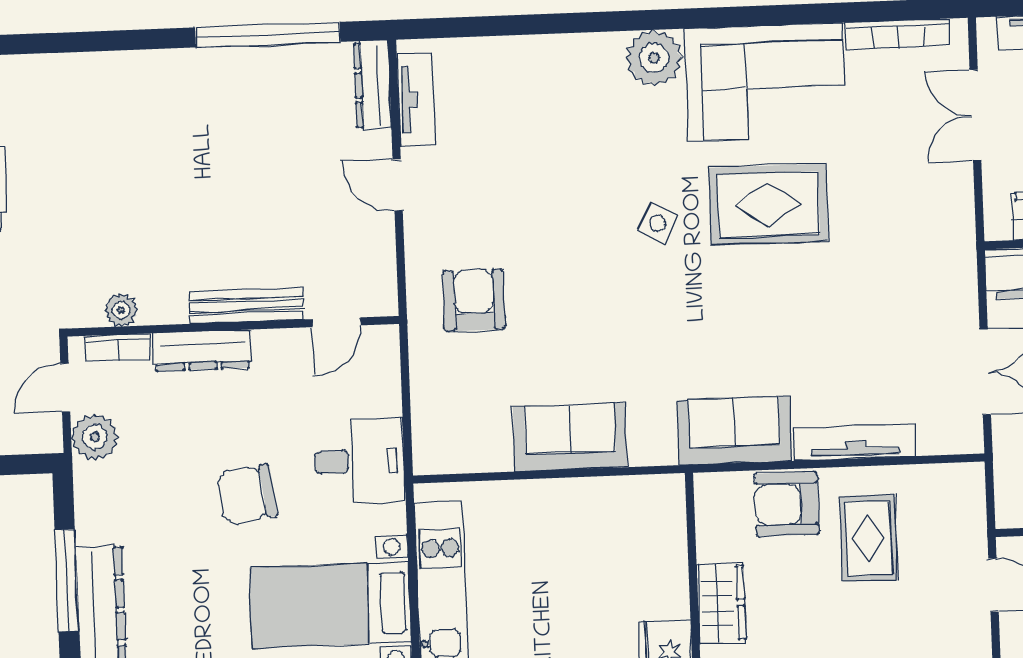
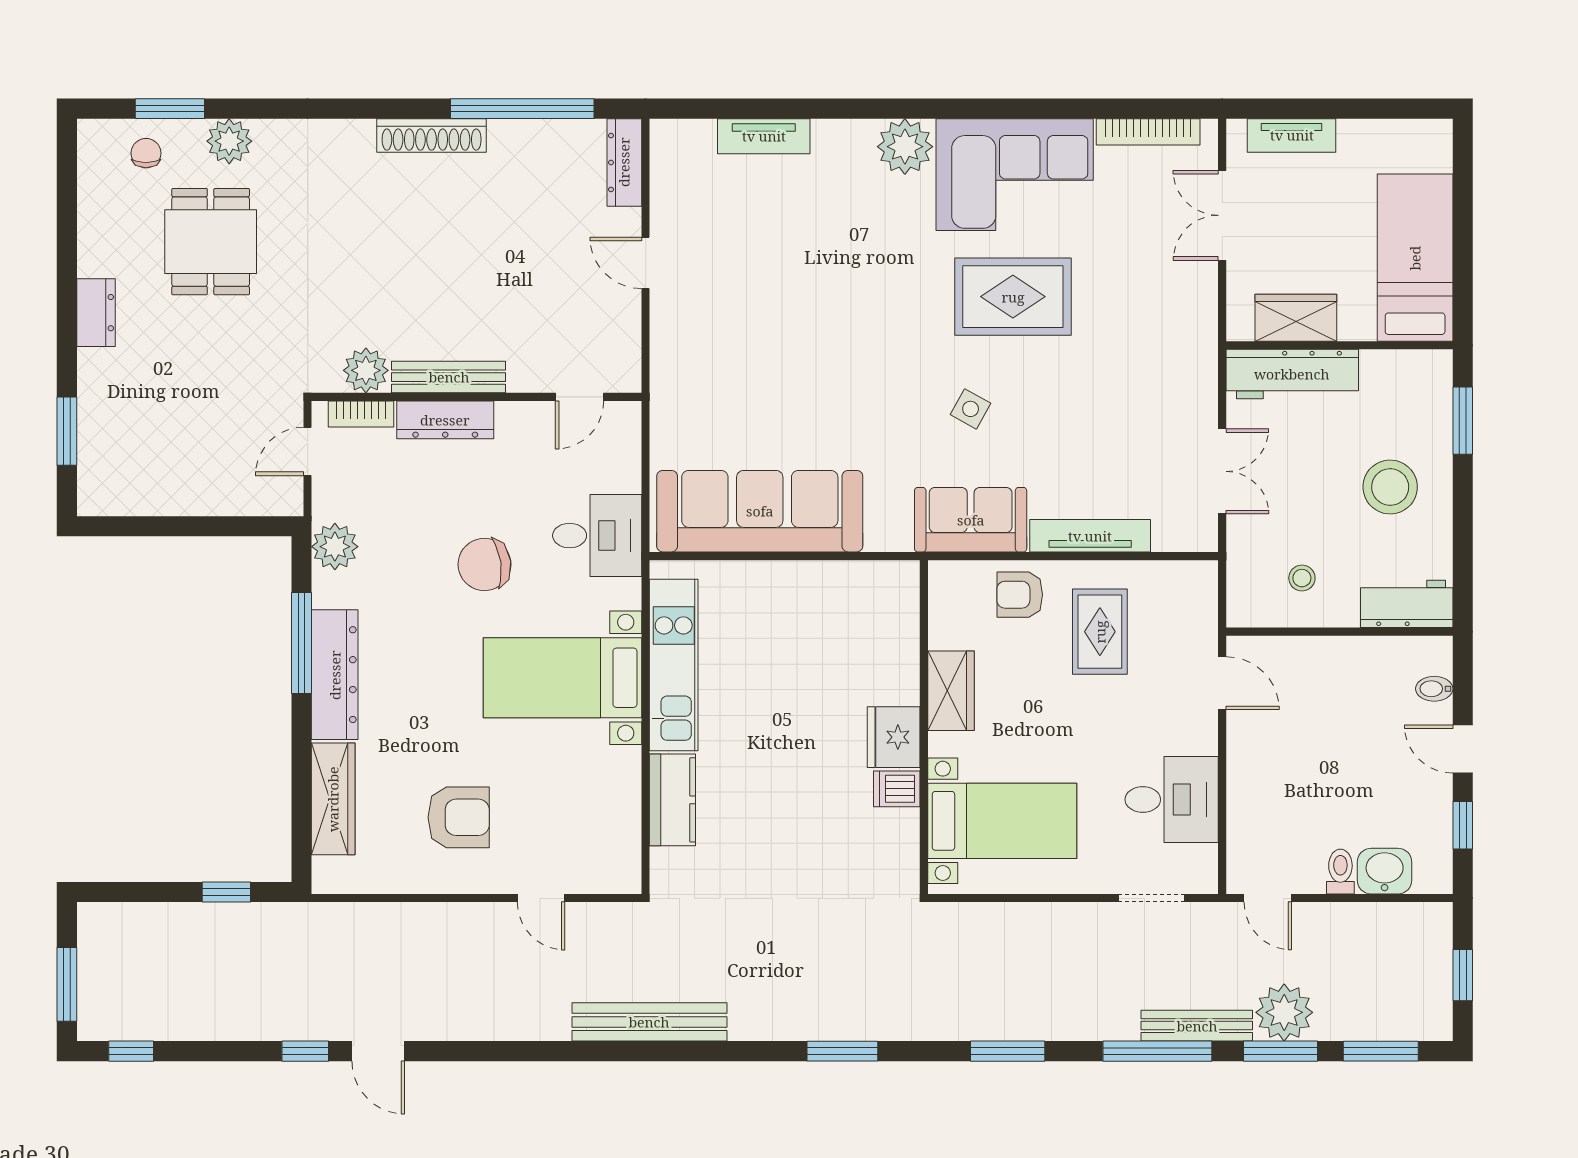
shoe rack: (178, 65) -> (432, 135), added
tv unit: (416, 100) -> (764, 136), moved, turned 90
side table: (657, 223) -> (971, 409), moved
armchair: (474, 300) -> (717, 380), removed
bench: (246, 306) -> (449, 377), moved
plant: (121, 310) -> (366, 370), width x1.38, depth x1.38
plant: (95, 437) -> (335, 547), moved
sofa: (570, 437) -> (760, 511), width x1.85, depth x1.27
armchair: (787, 504) -> (1020, 595), width x0.72, depth x0.72

